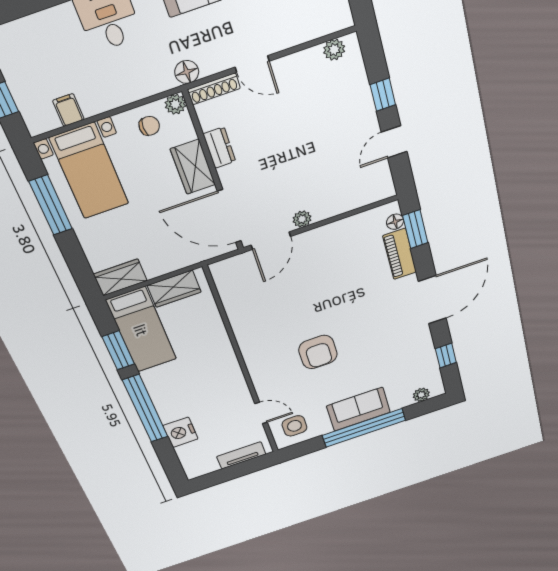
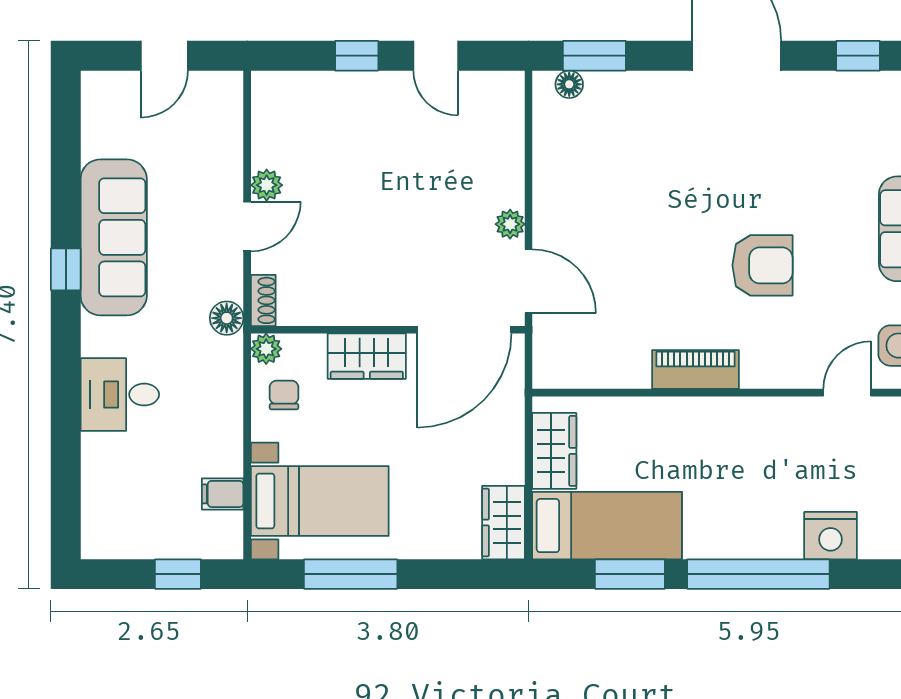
plant: (334, 50) -> (267, 185), moved
shoe rack: (214, 89) -> (263, 300), width x0.70
dresser: (219, 148) -> (351, 310), removed
piano: (400, 254) -> (696, 370), moved, turned 180

